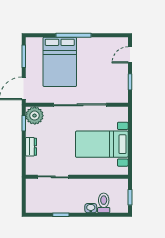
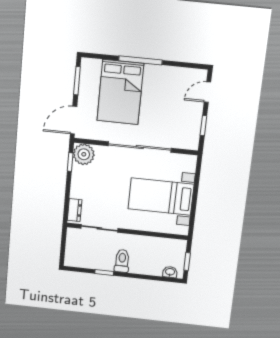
dresser: (31, 147) -> (75, 210), moved
toilet: (104, 203) -> (122, 261), moved
washbasin: (91, 208) -> (170, 272), moved

